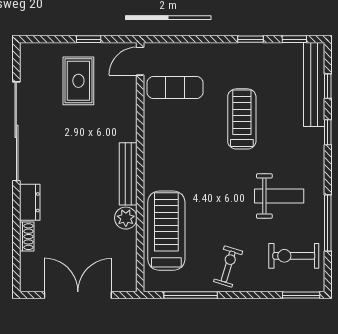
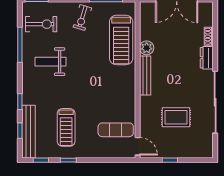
door: (140, 61) -> (138, 146), hinge flipped
rug: (78, 81) -> (176, 117), moved, turned 90
treadmill: (242, 119) -> (66, 127), moved

